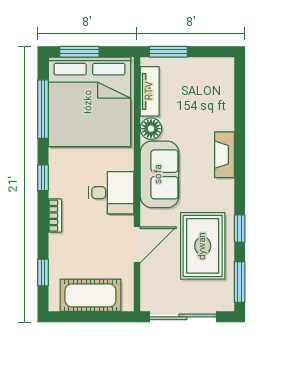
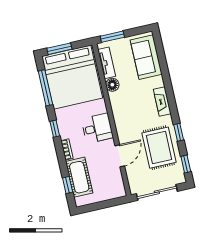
fireplace: (225, 155) -> (162, 102), moved
sofa: (159, 174) -> (146, 57), moved, turned 180
window: (240, 282) -> (186, 164), width x0.67
cot: (90, 295) -> (79, 177), moved, turned 90

